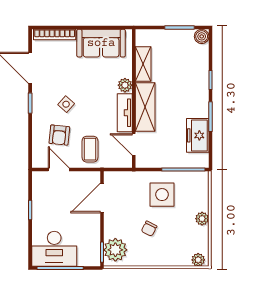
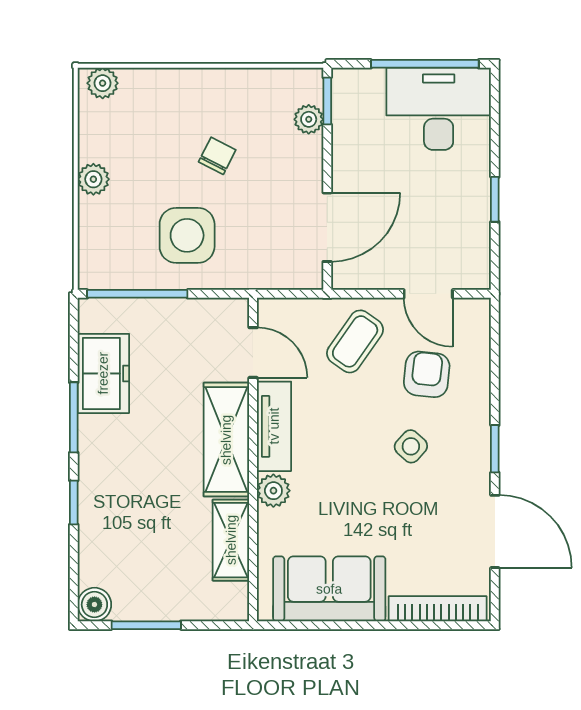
coffee table: (90, 149) -> (355, 341), turned 35
plant: (115, 250) -> (309, 119), width x0.53, depth x0.53

